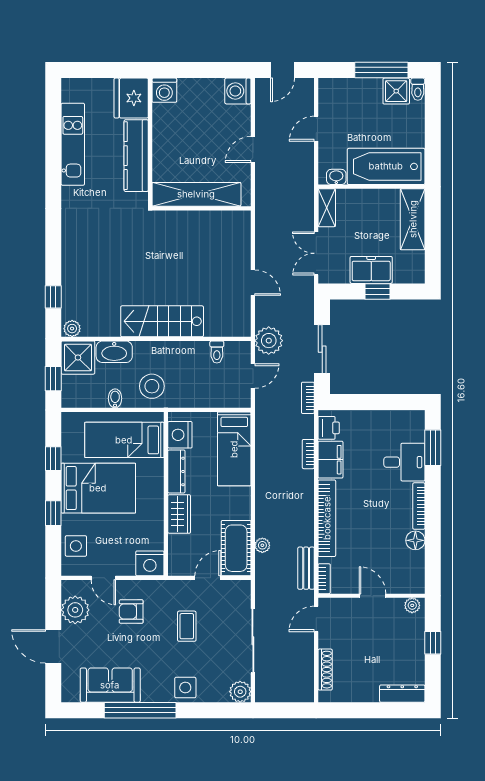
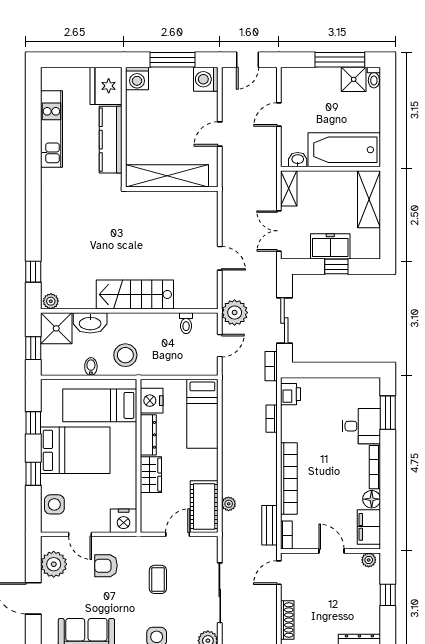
window: (202, 70) -> (173, 60), added
filing cabinet: (331, 460) -> (369, 527), moved, turned 180

